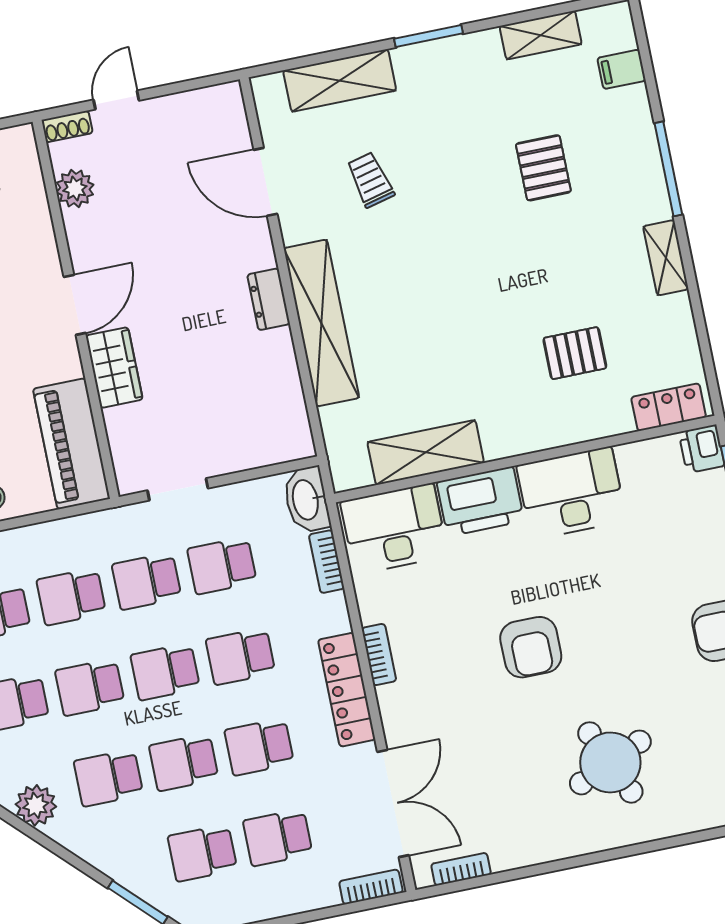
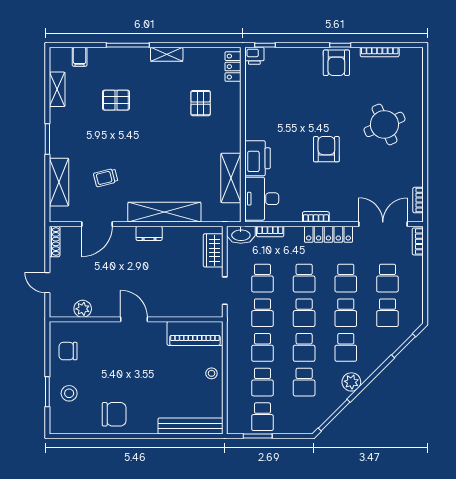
shoe rack: (67, 127) -> (55, 241), moved, width x1.43
wardrobe: (114, 368) -> (213, 250), moved, turned -90
desk: (571, 493) -> (262, 117), removed
armchair: (531, 647) -> (326, 149), turned -90

